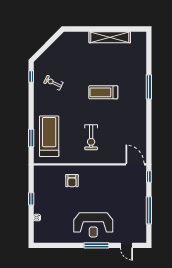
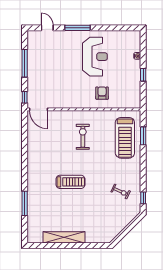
window: (149, 87) -> (25, 203), moved
reception desk: (93, 225) -> (95, 57), moved, turned 90

